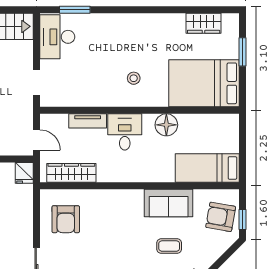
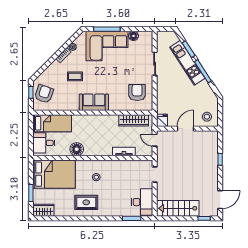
wardrobe: (204, 23) -> (43, 210), moved
rug: (150, 36) -> (86, 202), added
desk: (125, 132) -> (44, 143), moved, turned 90
sofa: (169, 203) -> (94, 102), moved
armchair: (221, 217) -> (44, 94), turned -81

